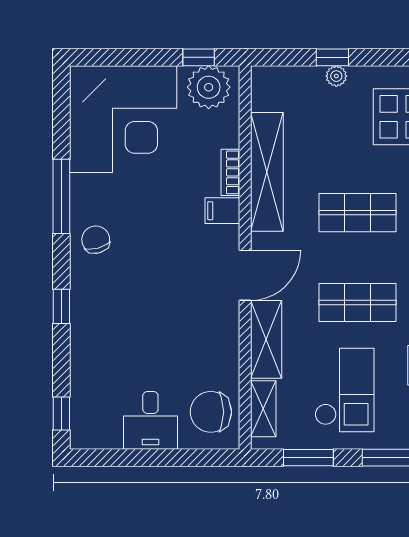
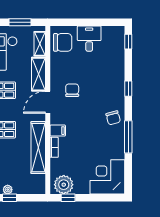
corner desk: (123, 119) -> (107, 177), width x0.74, depth x0.74
chair: (189, 303) -> (72, 90), added

